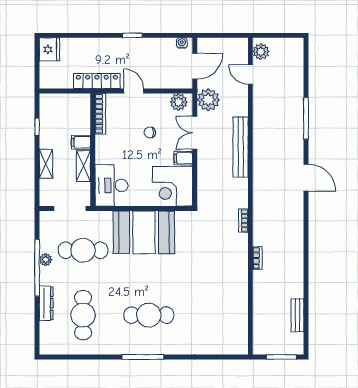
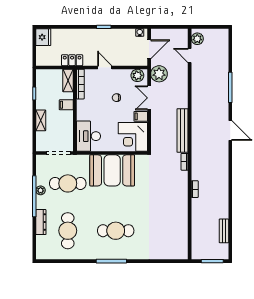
locker: (97, 81) -> (72, 60), width x0.66
bench: (241, 147) -> (183, 130), moved
shelving: (83, 166) -> (68, 80), moved

